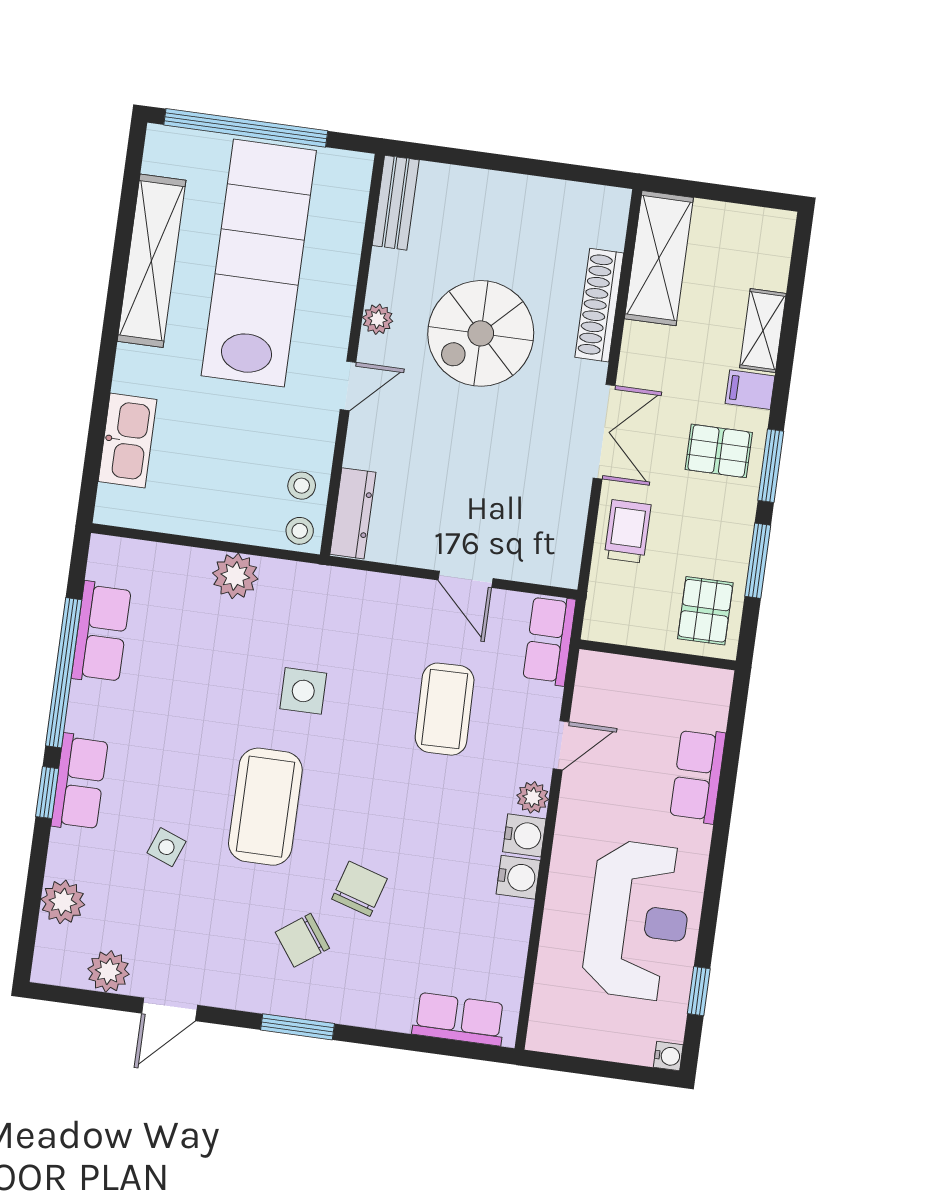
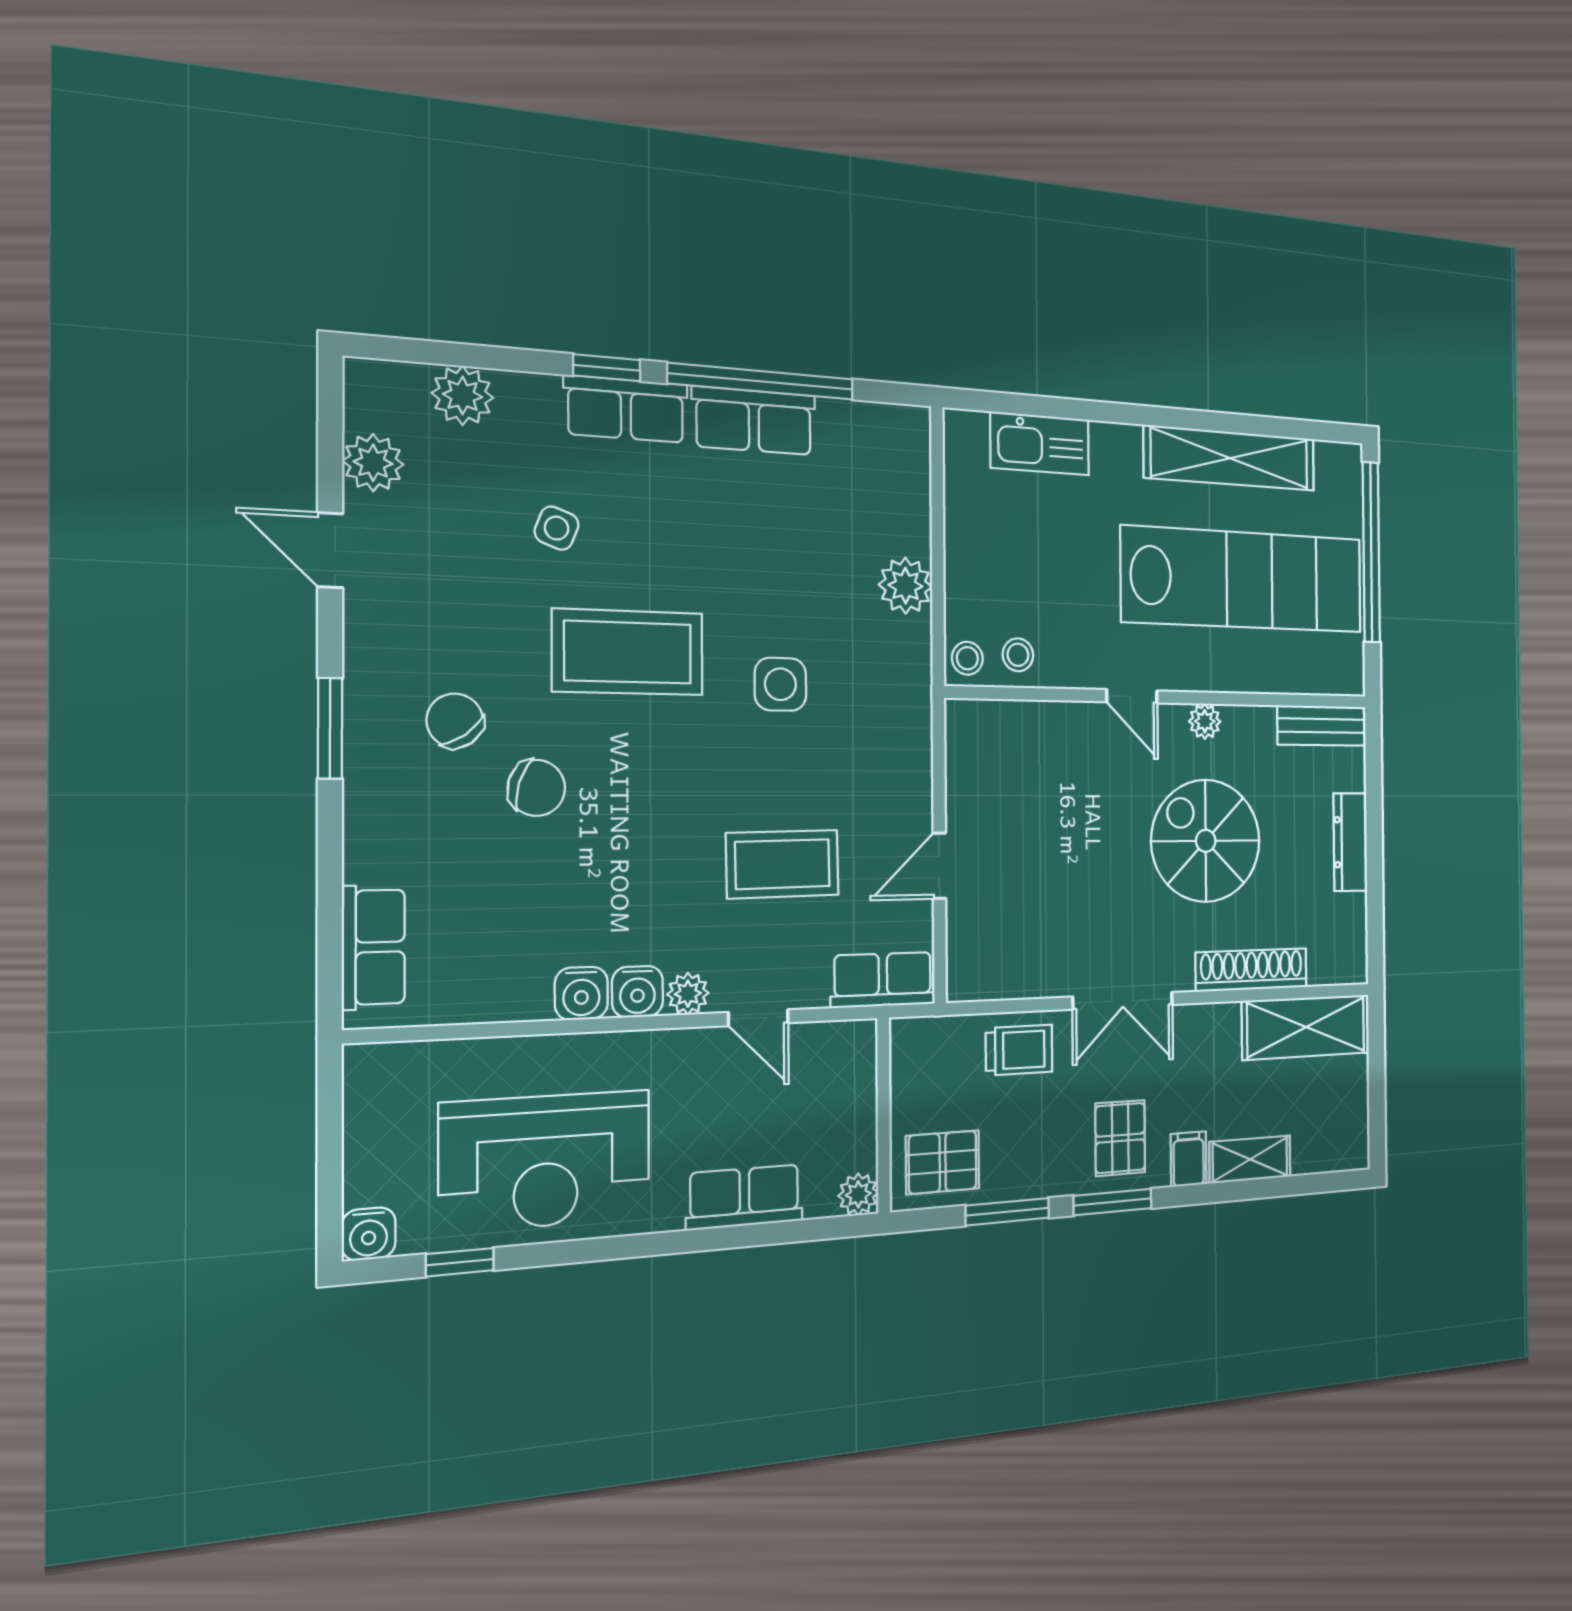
dresser: (353, 513) -> (1350, 842), moved, turned 90
row of seats: (101, 633) -> (754, 421), moved
plant: (716, 685) -> (858, 1194), added
water cooler: (668, 1056) -> (369, 1234), width x1.38, depth x1.38

